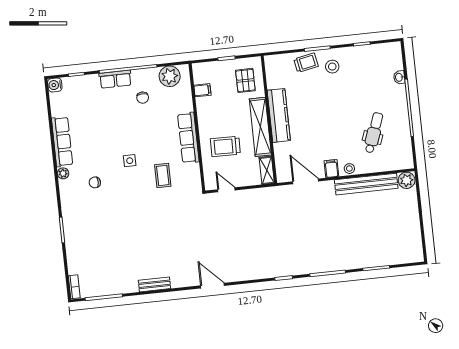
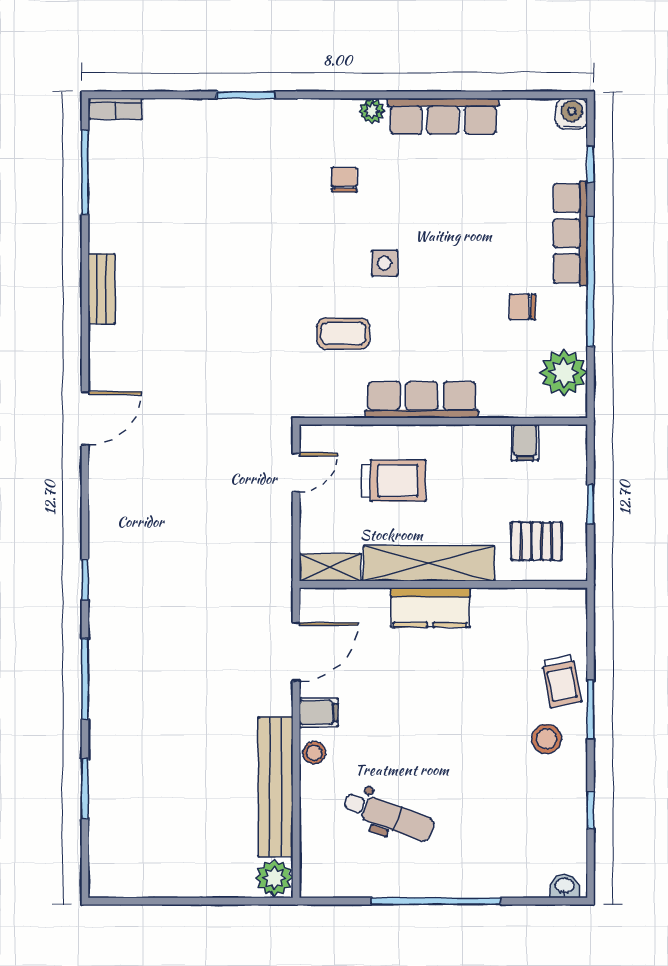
washbasin: (399, 77) -> (565, 886), moved
row of seats: (115, 79) -> (570, 233), width x1.48
kitchen counter: (279, 115) -> (430, 607), width x0.67
trolley: (225, 146) -> (393, 481), turned 89

